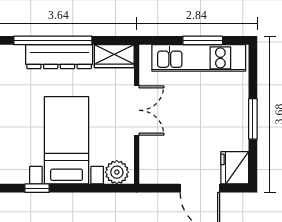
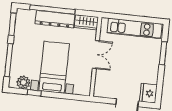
window: (203, 40) -> (138, 19), removed
window: (253, 119) -> (163, 53), moved
plant: (117, 172) -> (23, 82), moved

